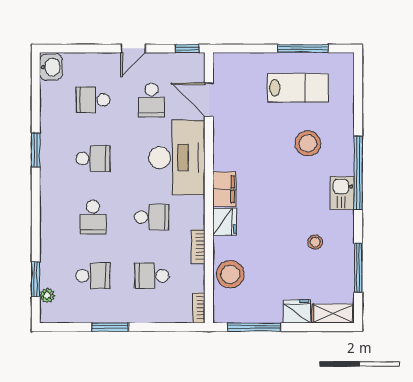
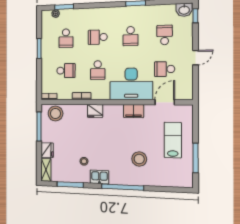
door: (133, 48) -> (195, 58), swing flipped
window: (187, 48) -> (195, 16), moved
lab bench: (298, 88) -> (173, 140), moved, turned 180
filing cabinet: (224, 189) -> (133, 111), moved
kitchen sink: (342, 193) -> (99, 177), moved
stool: (230, 274) -> (55, 113), moved
school desk: (152, 276) -> (66, 71), turned 90

